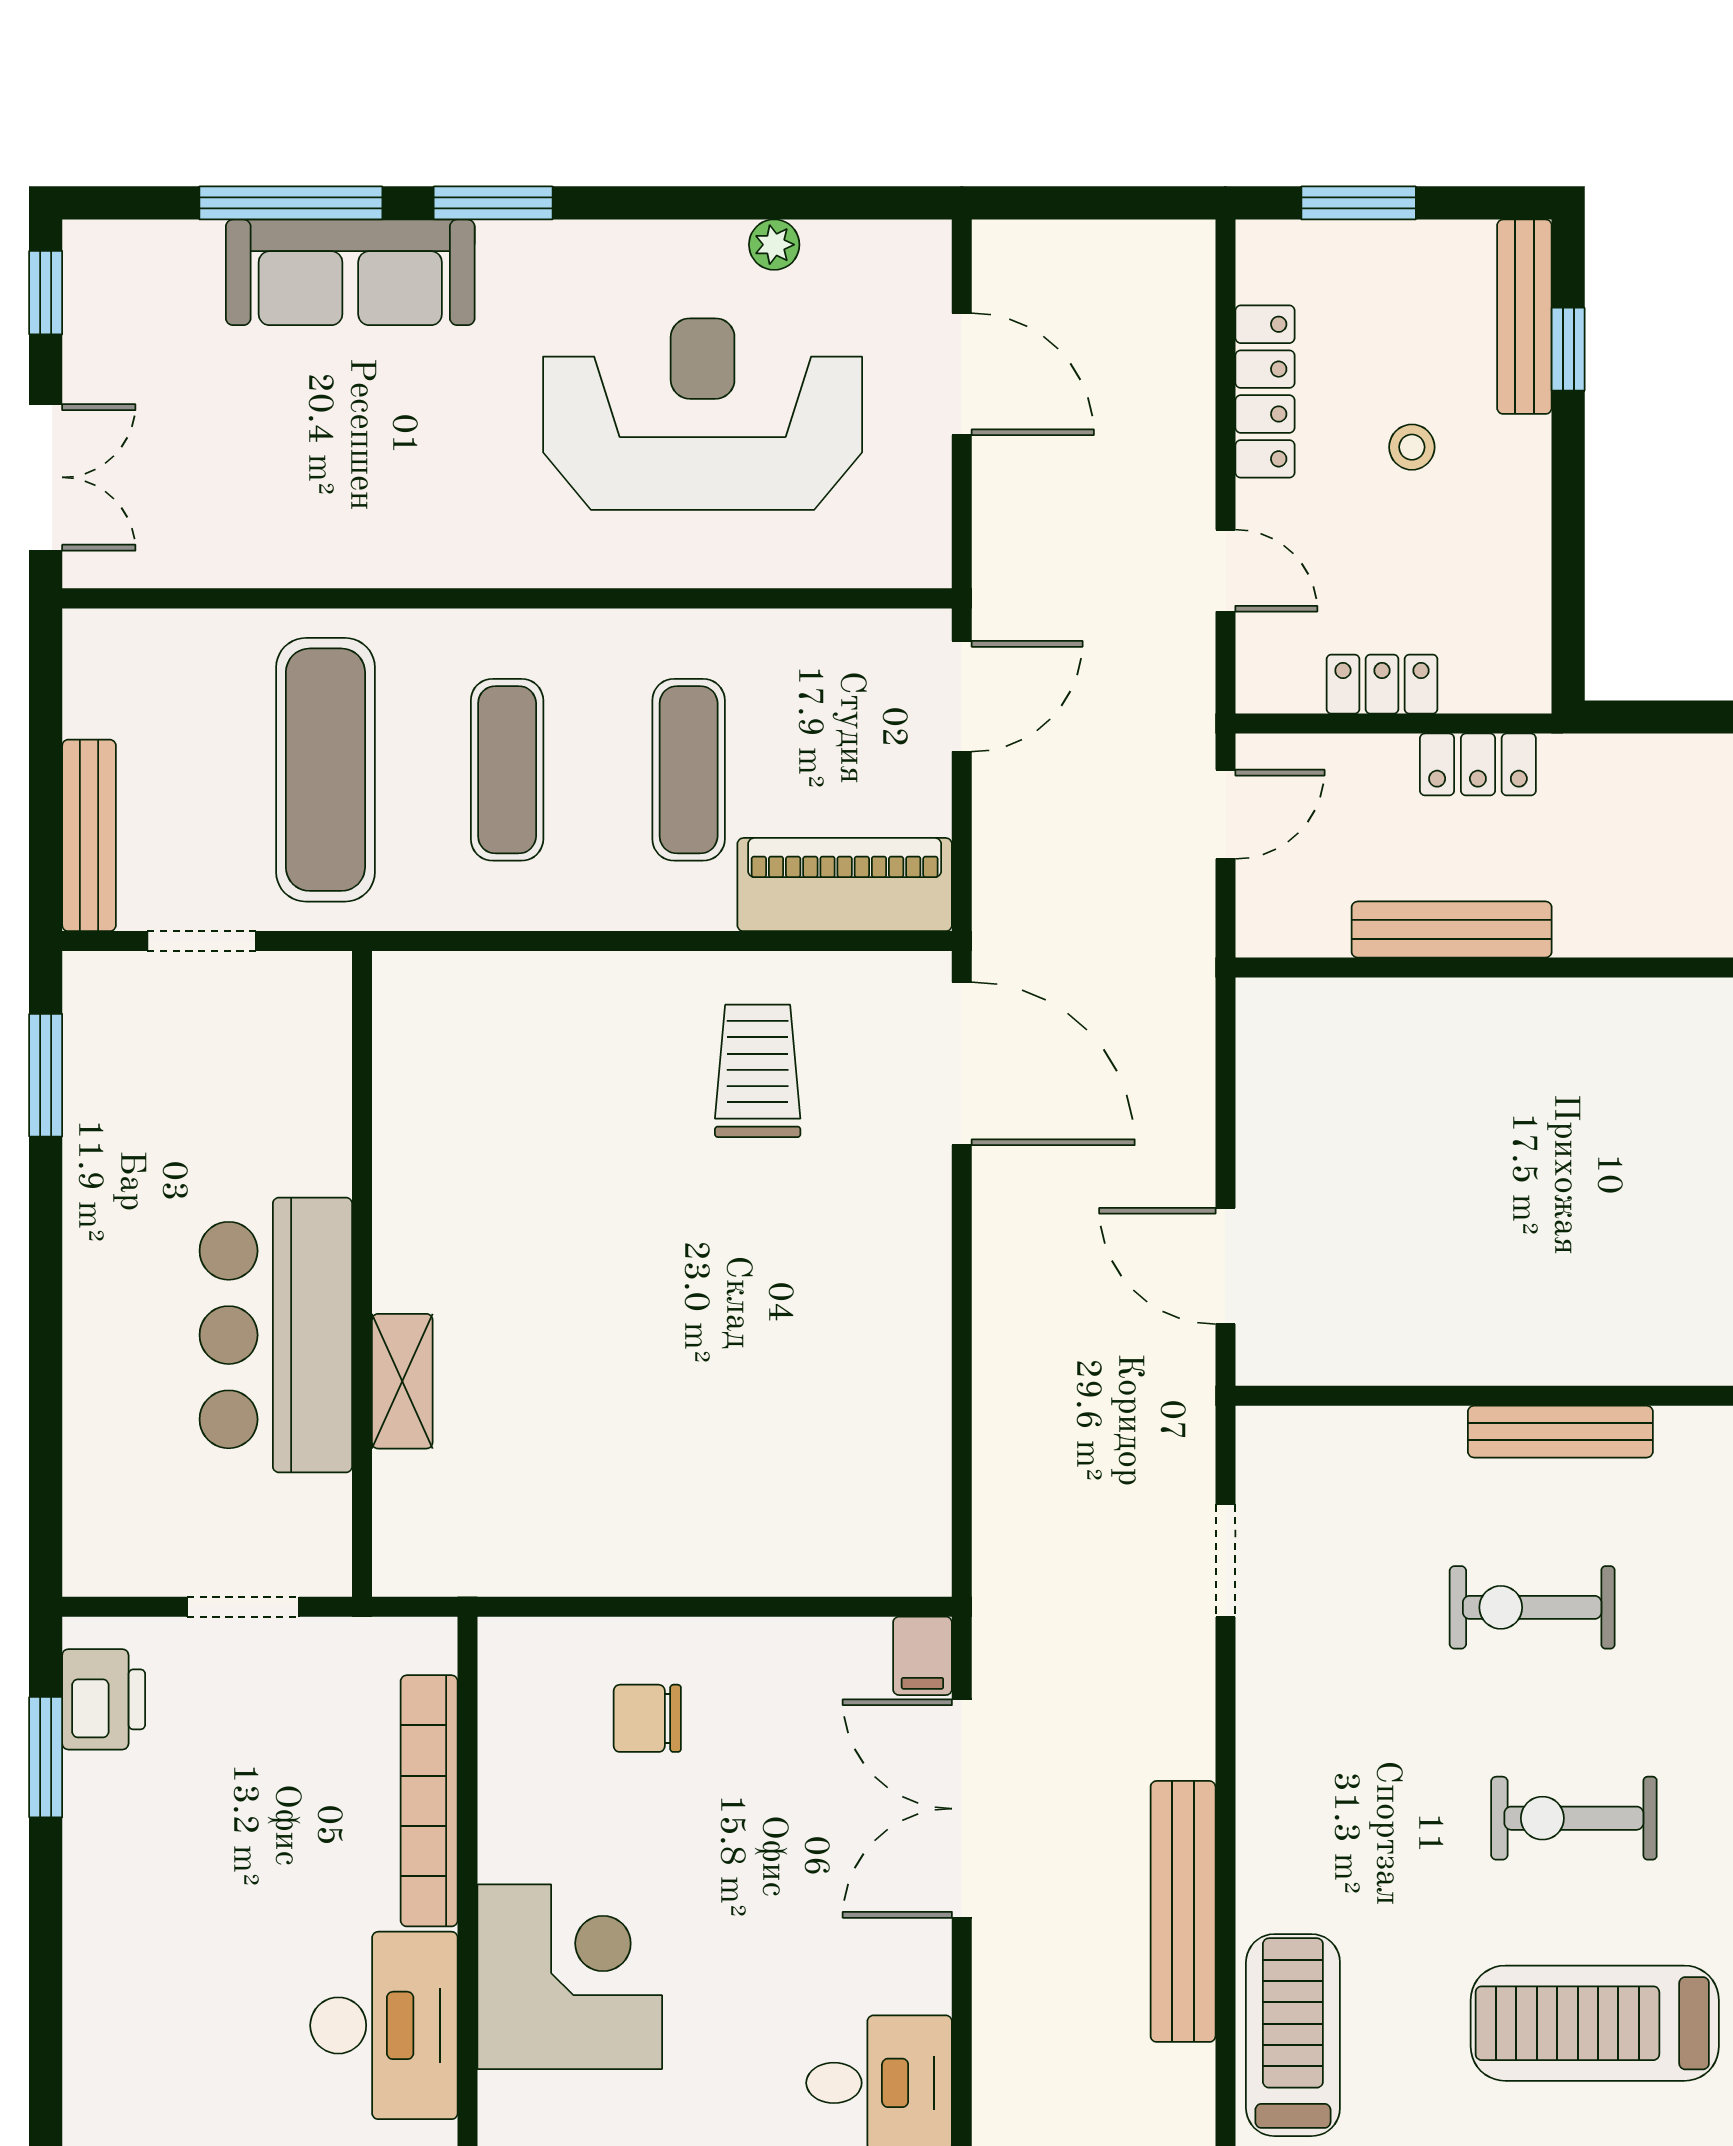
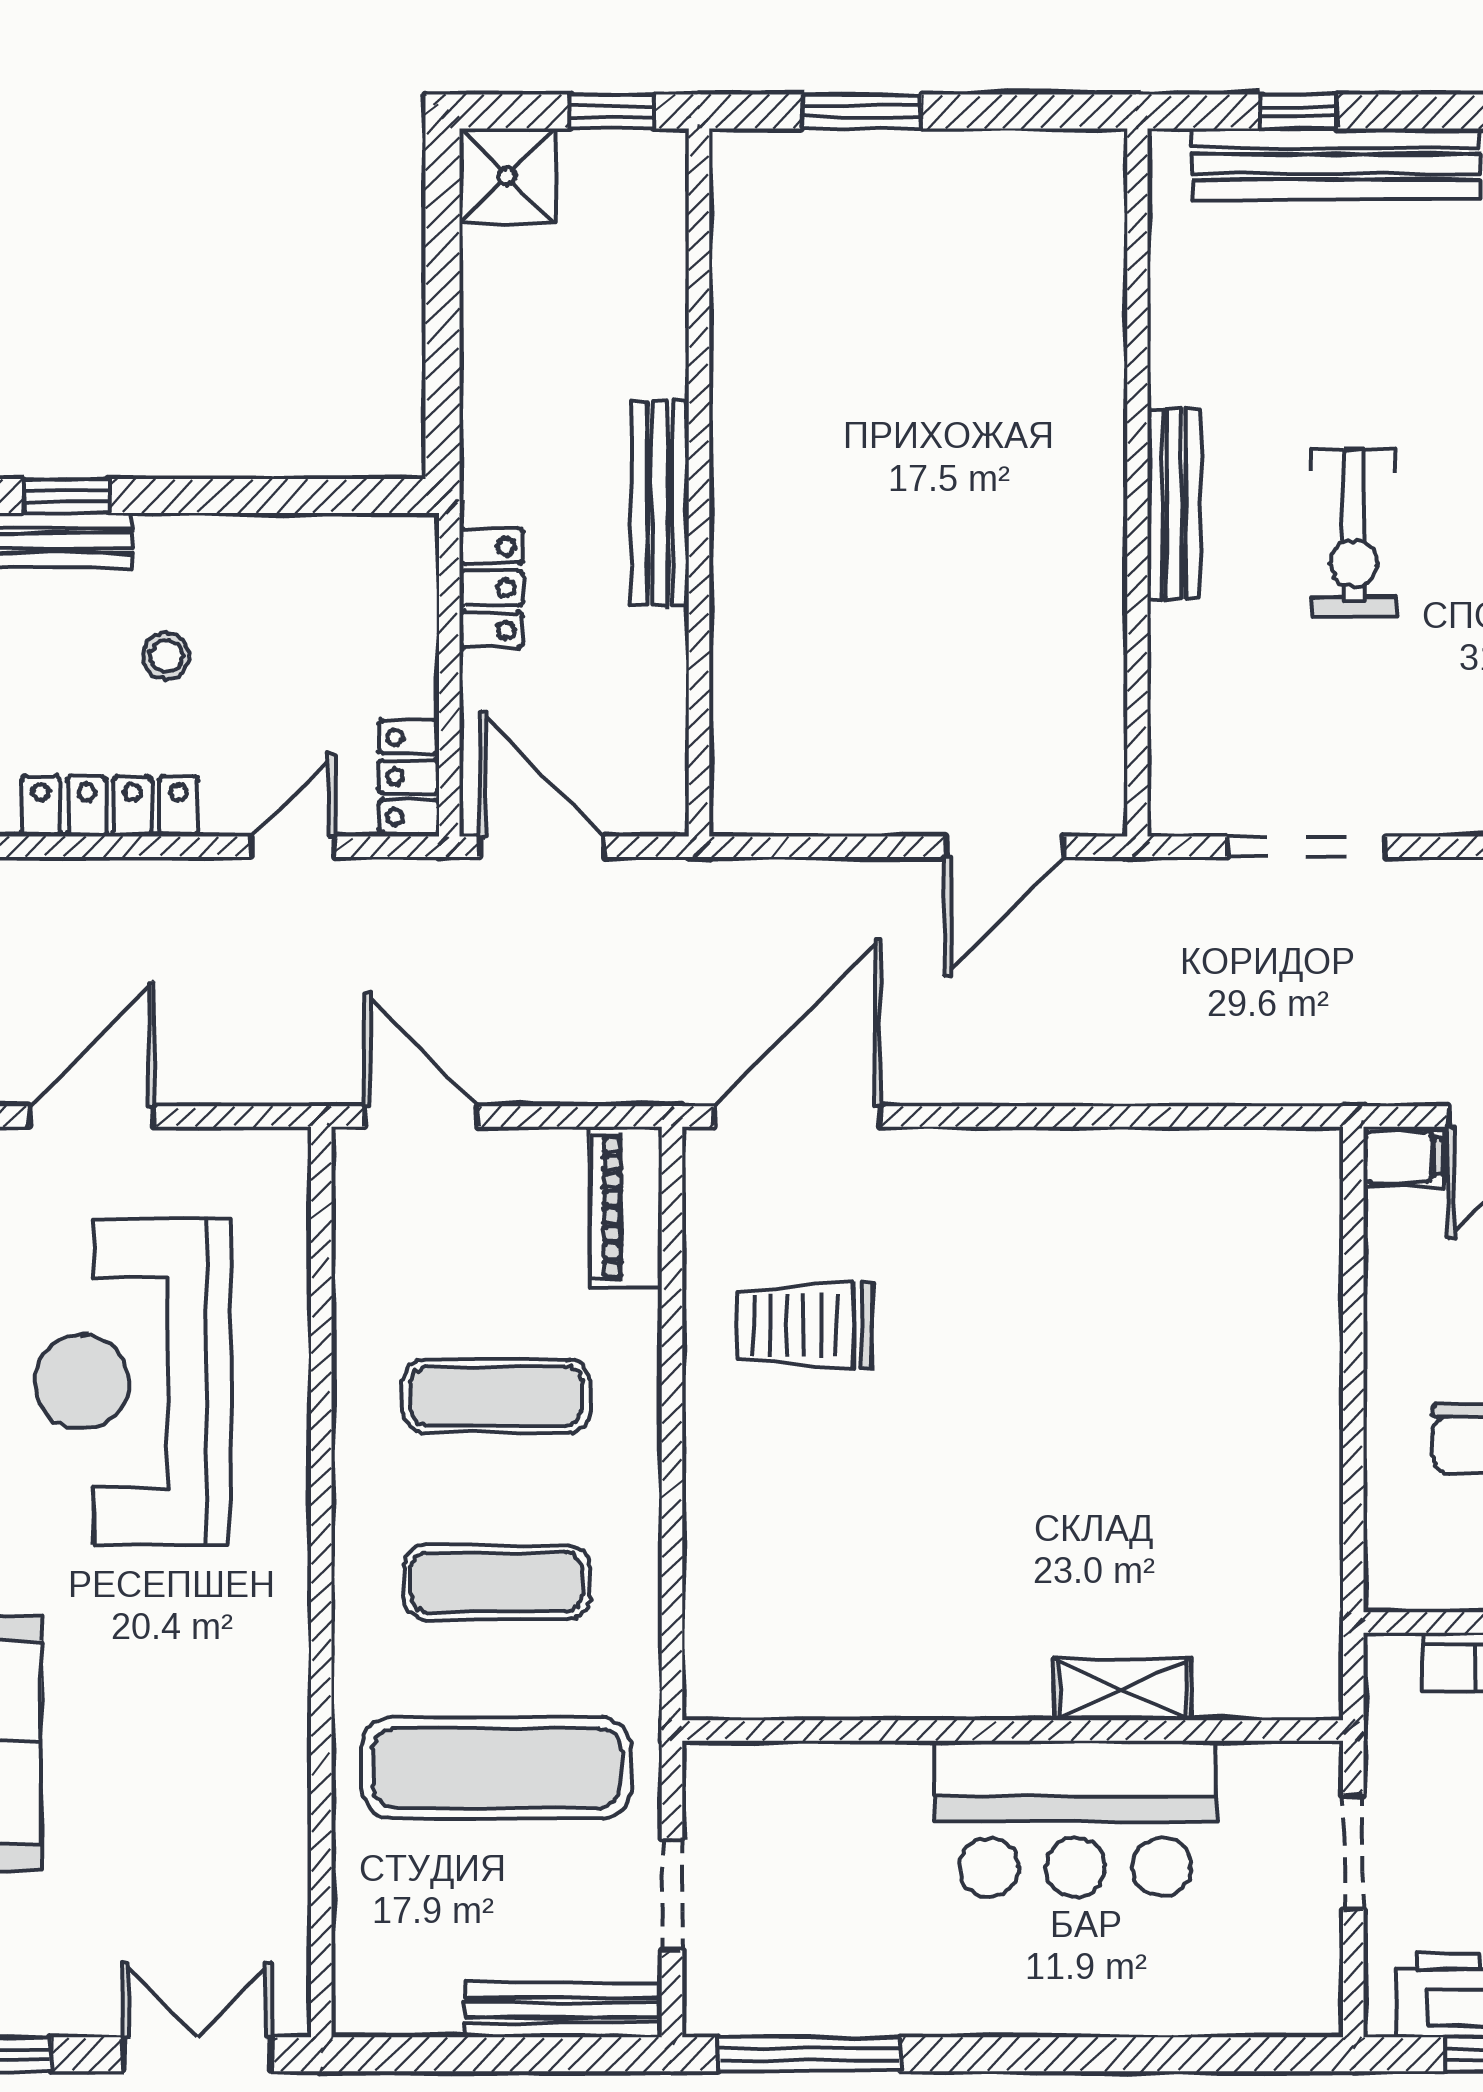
locker: (1382, 684) -> (409, 777), moved
door: (1225, 814) -> (542, 847), width x1.38
piano: (845, 885) -> (626, 1207), width x0.73, depth x0.75
bench: (1452, 930) -> (660, 503), moved
window: (46, 1075) -> (809, 2054), width x1.44
doorway: (1225, 1561) -> (1306, 847), width x1.38

